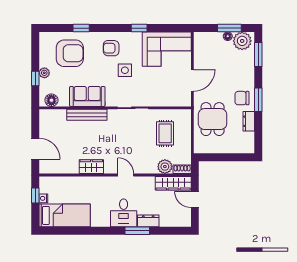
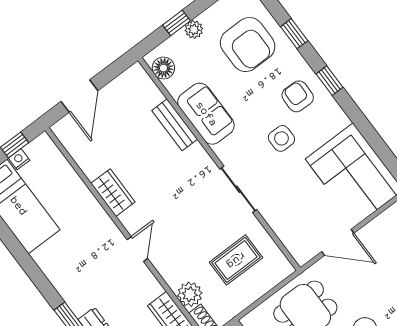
window: (139, 28) -> (330, 81), moved
bench: (87, 115) -> (175, 125), width x0.73
desk: (124, 213) -> (83, 285), removed

